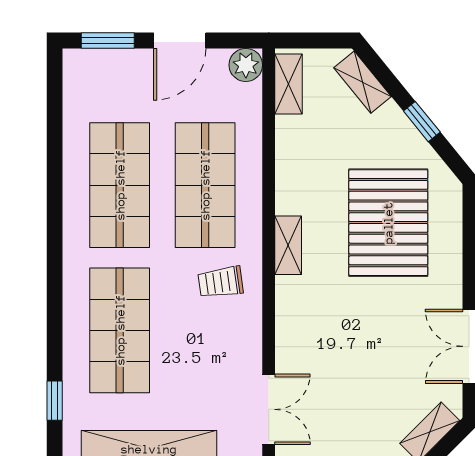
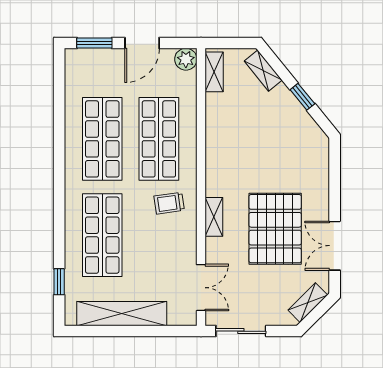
pallet: (388, 223) -> (275, 229), moved
shelving: (288, 245) -> (214, 217), moved

